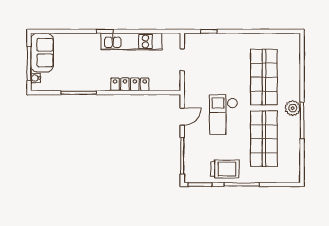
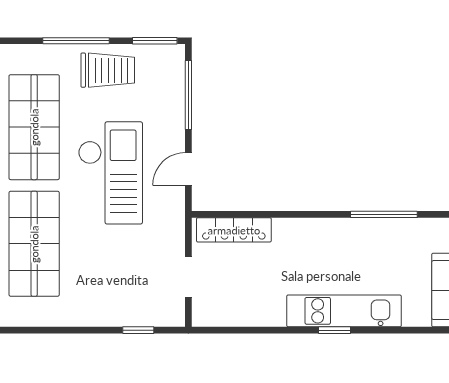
kitchen unit: (131, 42) -> (344, 311), moved
locker: (130, 84) -> (234, 230), moved
checkout: (224, 115) -> (110, 173), width x1.36, depth x1.21
trolley: (225, 169) -> (108, 70), turned 180

